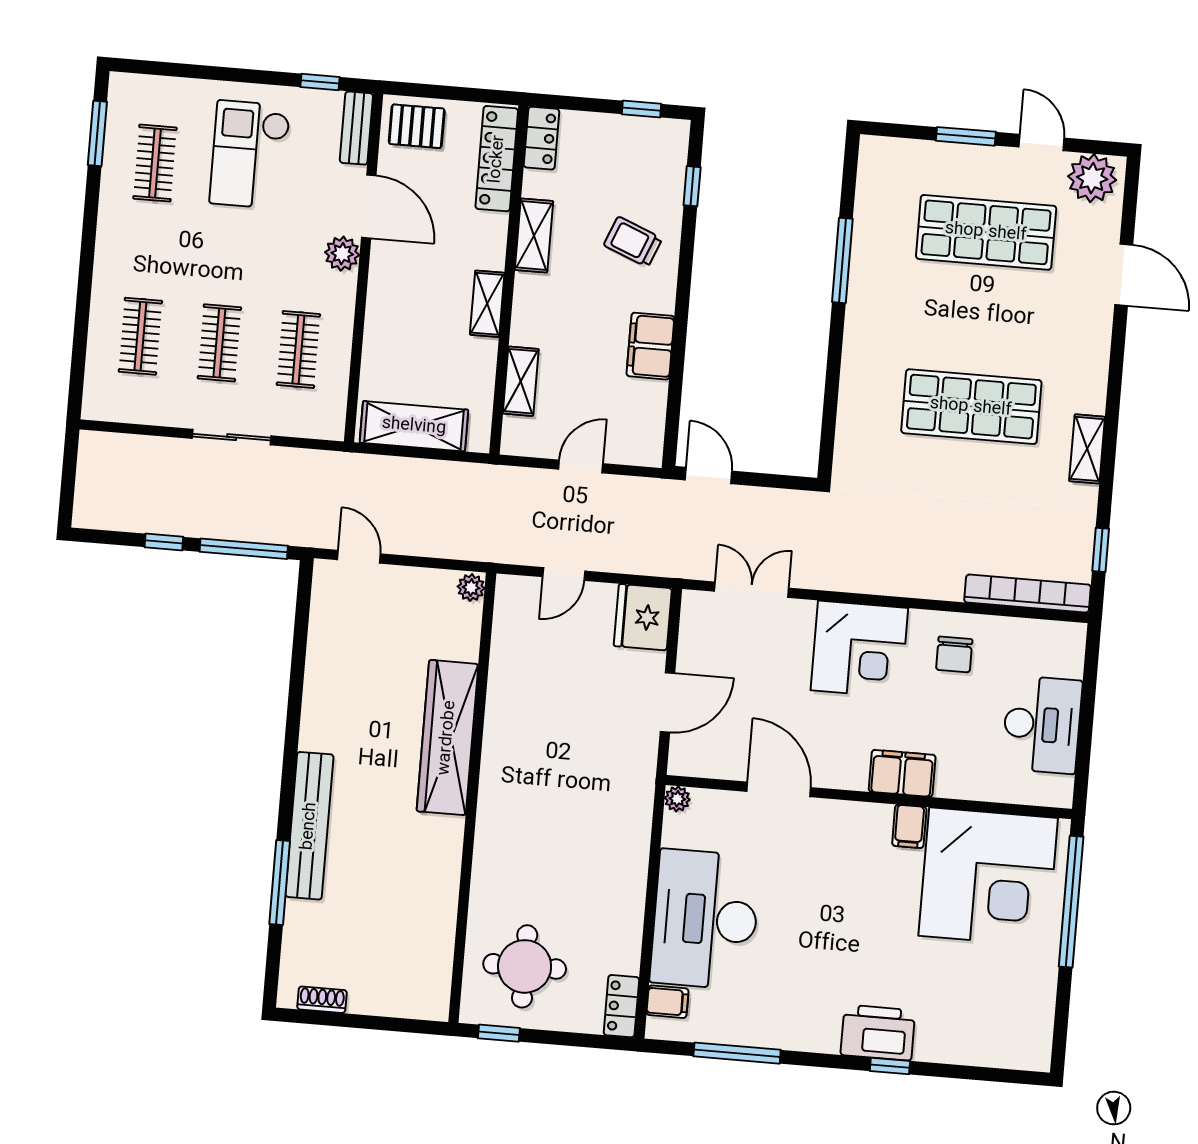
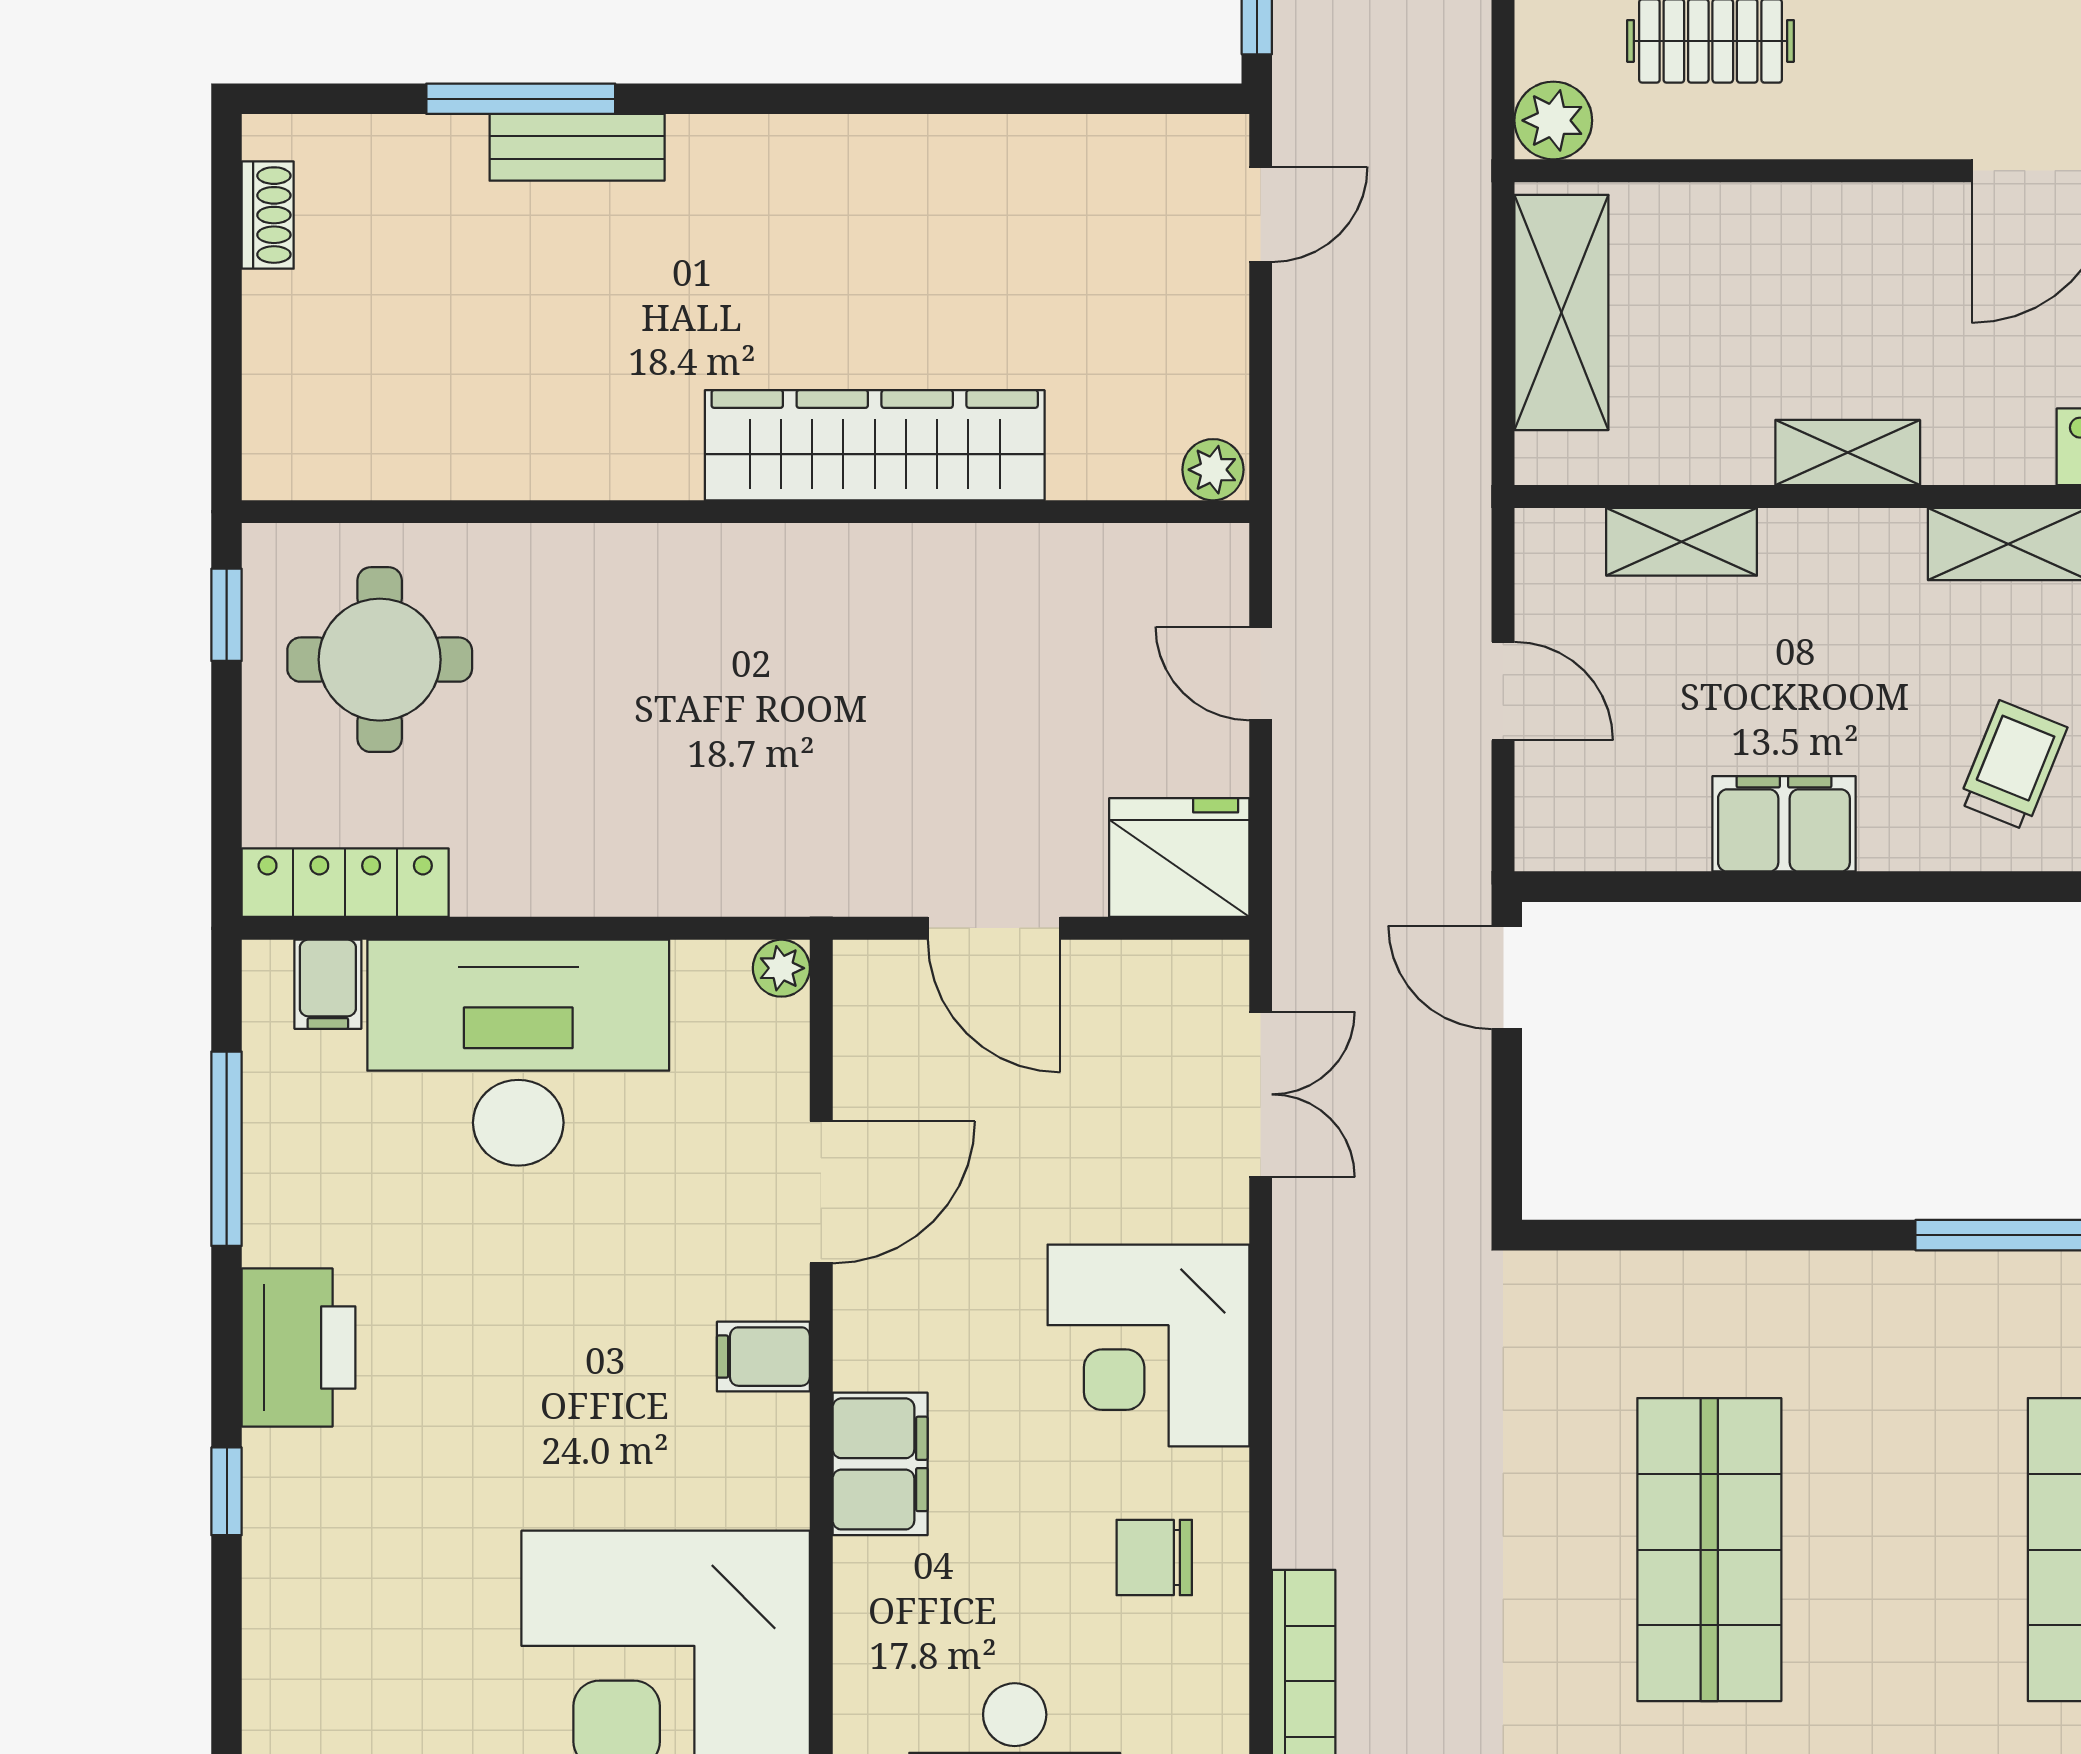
plant: (342, 254) -> (1553, 120), moved
door: (709, 475) -> (1507, 977), swing flipped
bench: (309, 826) -> (577, 147), width x0.54, depth x0.82
filing cabinet: (909, 826) -> (763, 1357), moved
locker: (621, 1006) -> (345, 883), width x1.53
printer: (878, 1033) -> (298, 1347), moved

